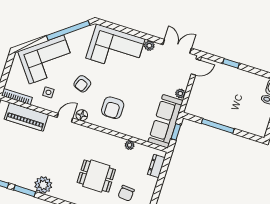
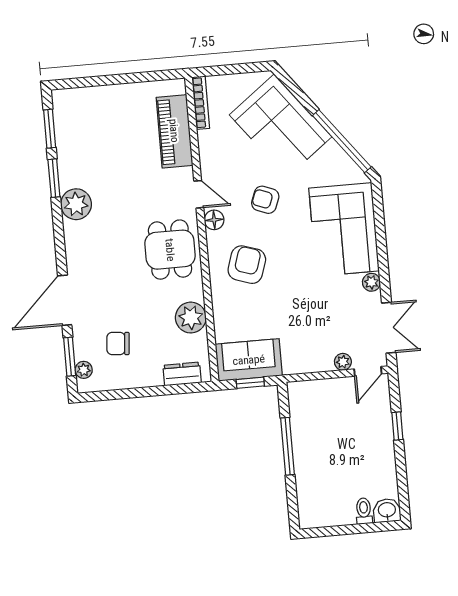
door: (196, 67) -> (368, 371), hinge flipped
side table: (48, 92) -> (229, 151), removed
plant: (180, 94) -> (343, 362), moved
armchair: (113, 108) -> (247, 265), turned 108
sofa: (165, 121) -> (249, 360), width x0.73
plant: (130, 145) -> (191, 318), width x1.88, depth x1.88
dining table: (96, 176) -> (170, 250), moved

